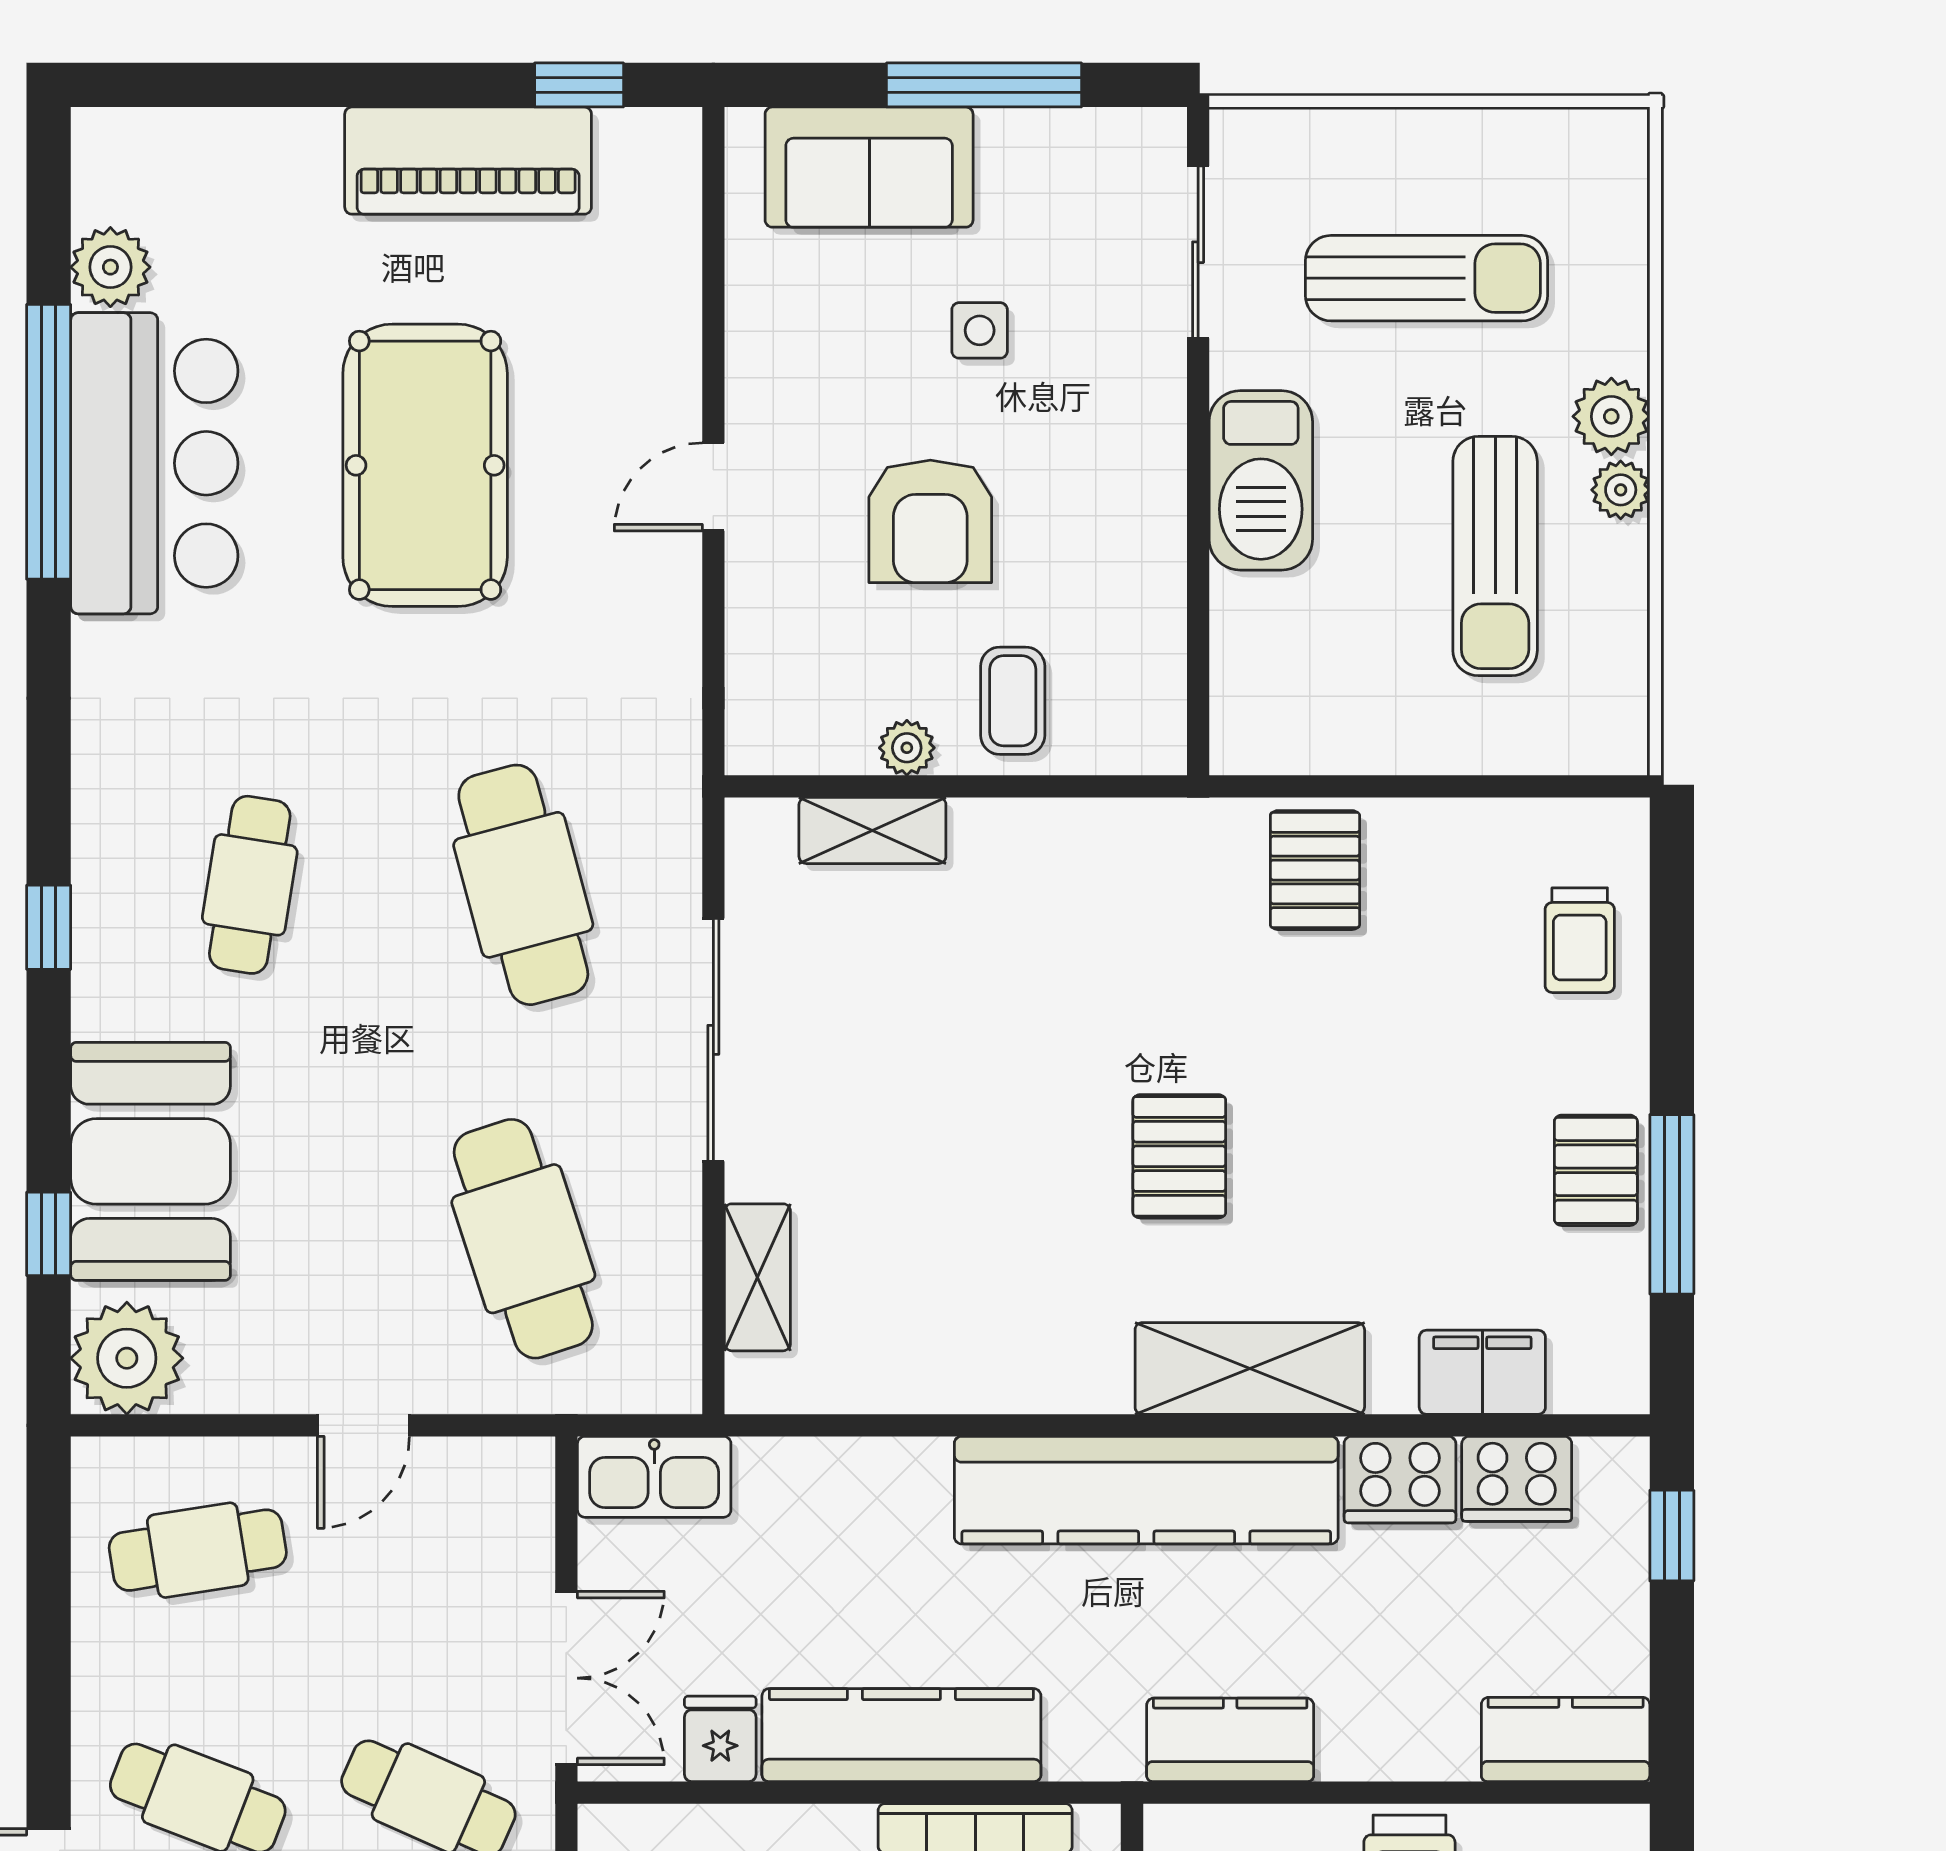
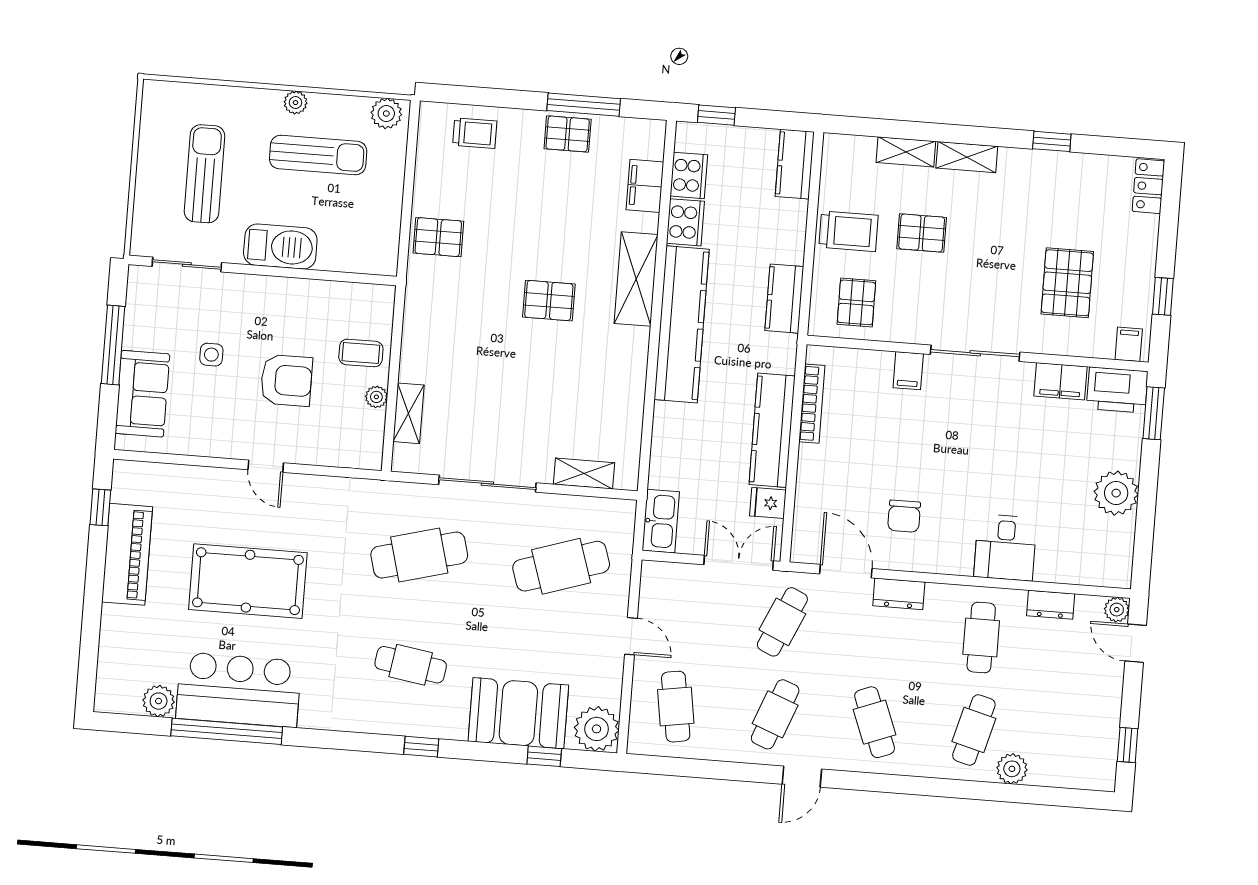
plant: (1611, 416) -> (386, 113), moved

